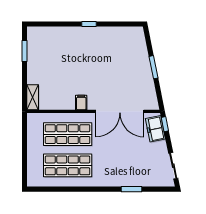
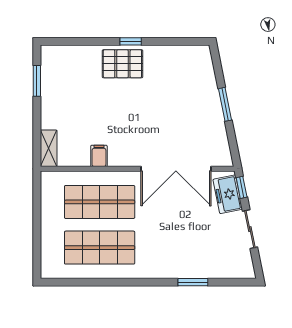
pallet: (83, 39) -> (122, 64), added
filing cabinet: (81, 103) -> (99, 156), moved
sliding door: (173, 166) -> (250, 229), moved

